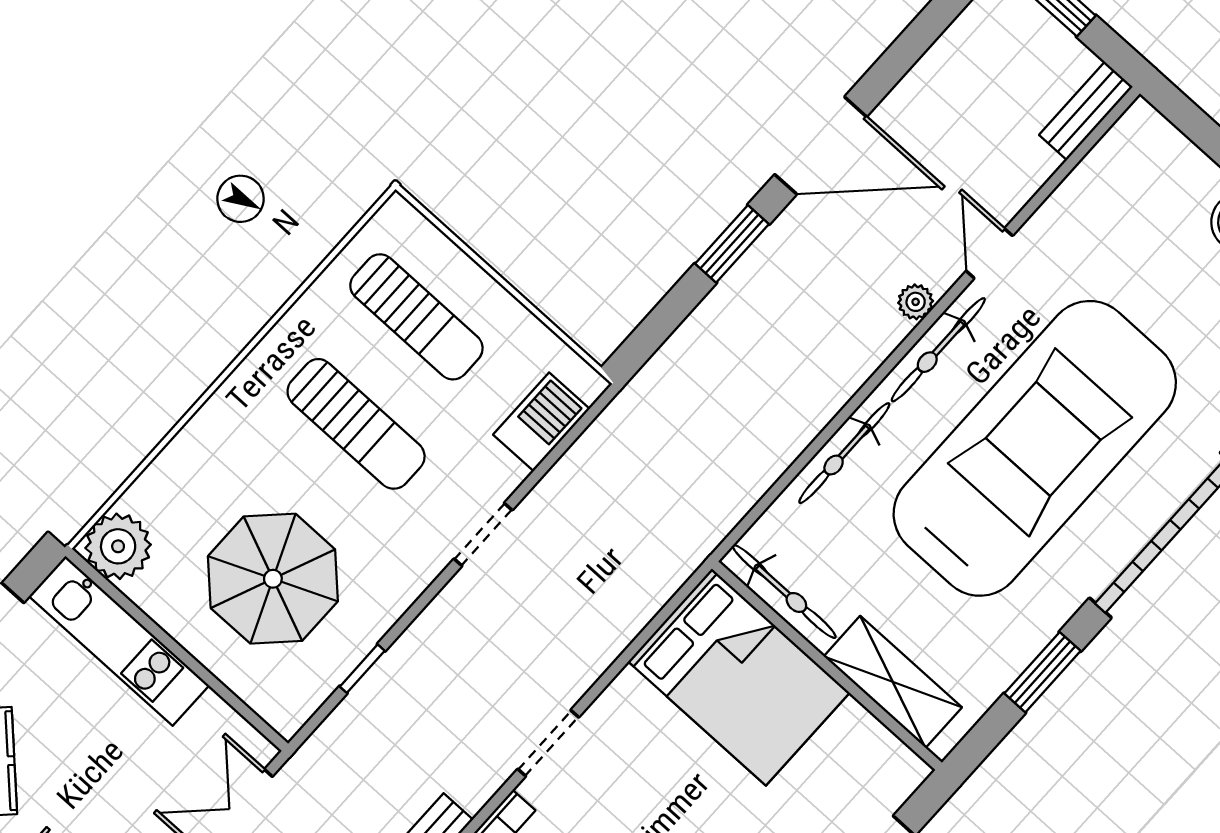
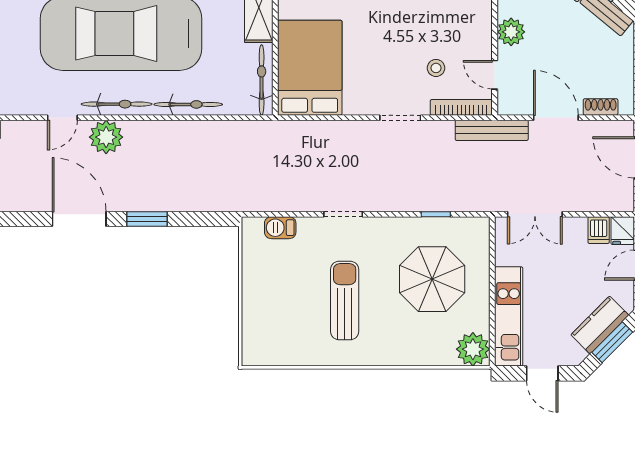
plant: (916, 302) -> (106, 137), width x1.87, depth x1.87
sun lounger: (416, 317) -> (283, 314), removed
barbecue: (541, 422) -> (280, 228), width x0.73, depth x0.79

